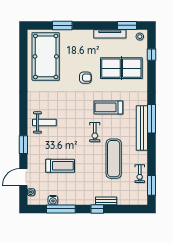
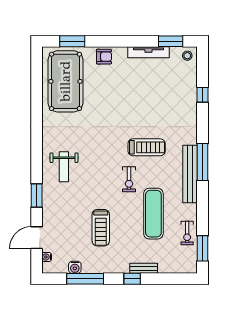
window: (62, 25) -> (72, 41), moved
window: (152, 55) -> (202, 95), moved
table tennis table: (121, 68) -> (163, 97), removed
armchair: (85, 78) -> (104, 57), moved
treadmill: (108, 107) -> (147, 147), turned 180
weight bench: (44, 122) -> (64, 167), turned 90
treadmill: (60, 166) -> (101, 228), moved, turned 90

